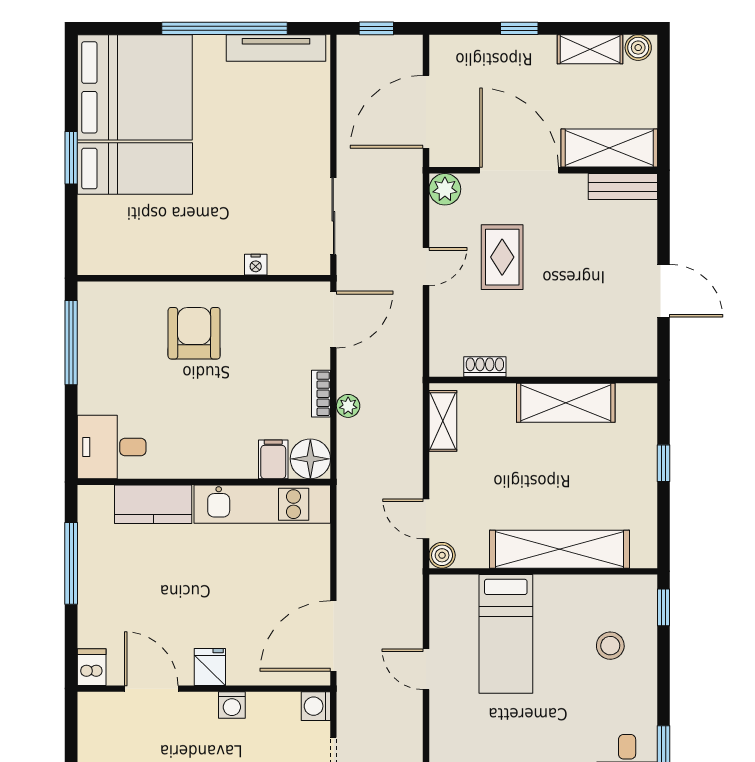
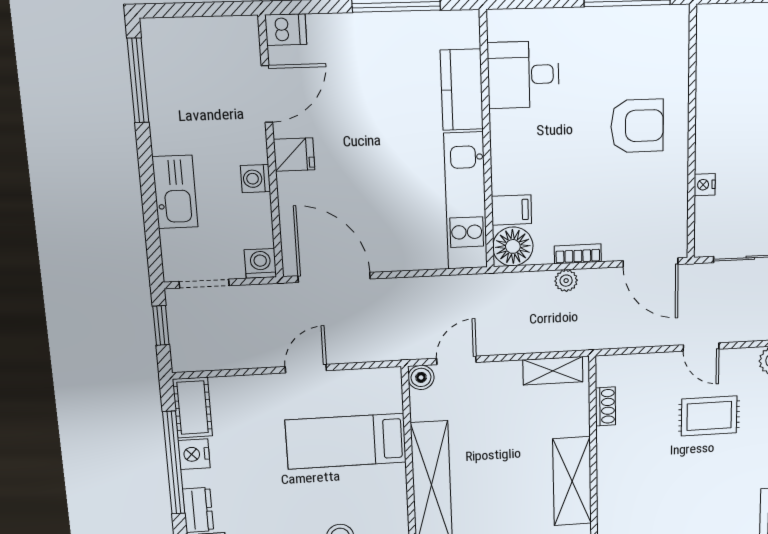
desk: (112, 447) -> (523, 75), moved, turned -90

